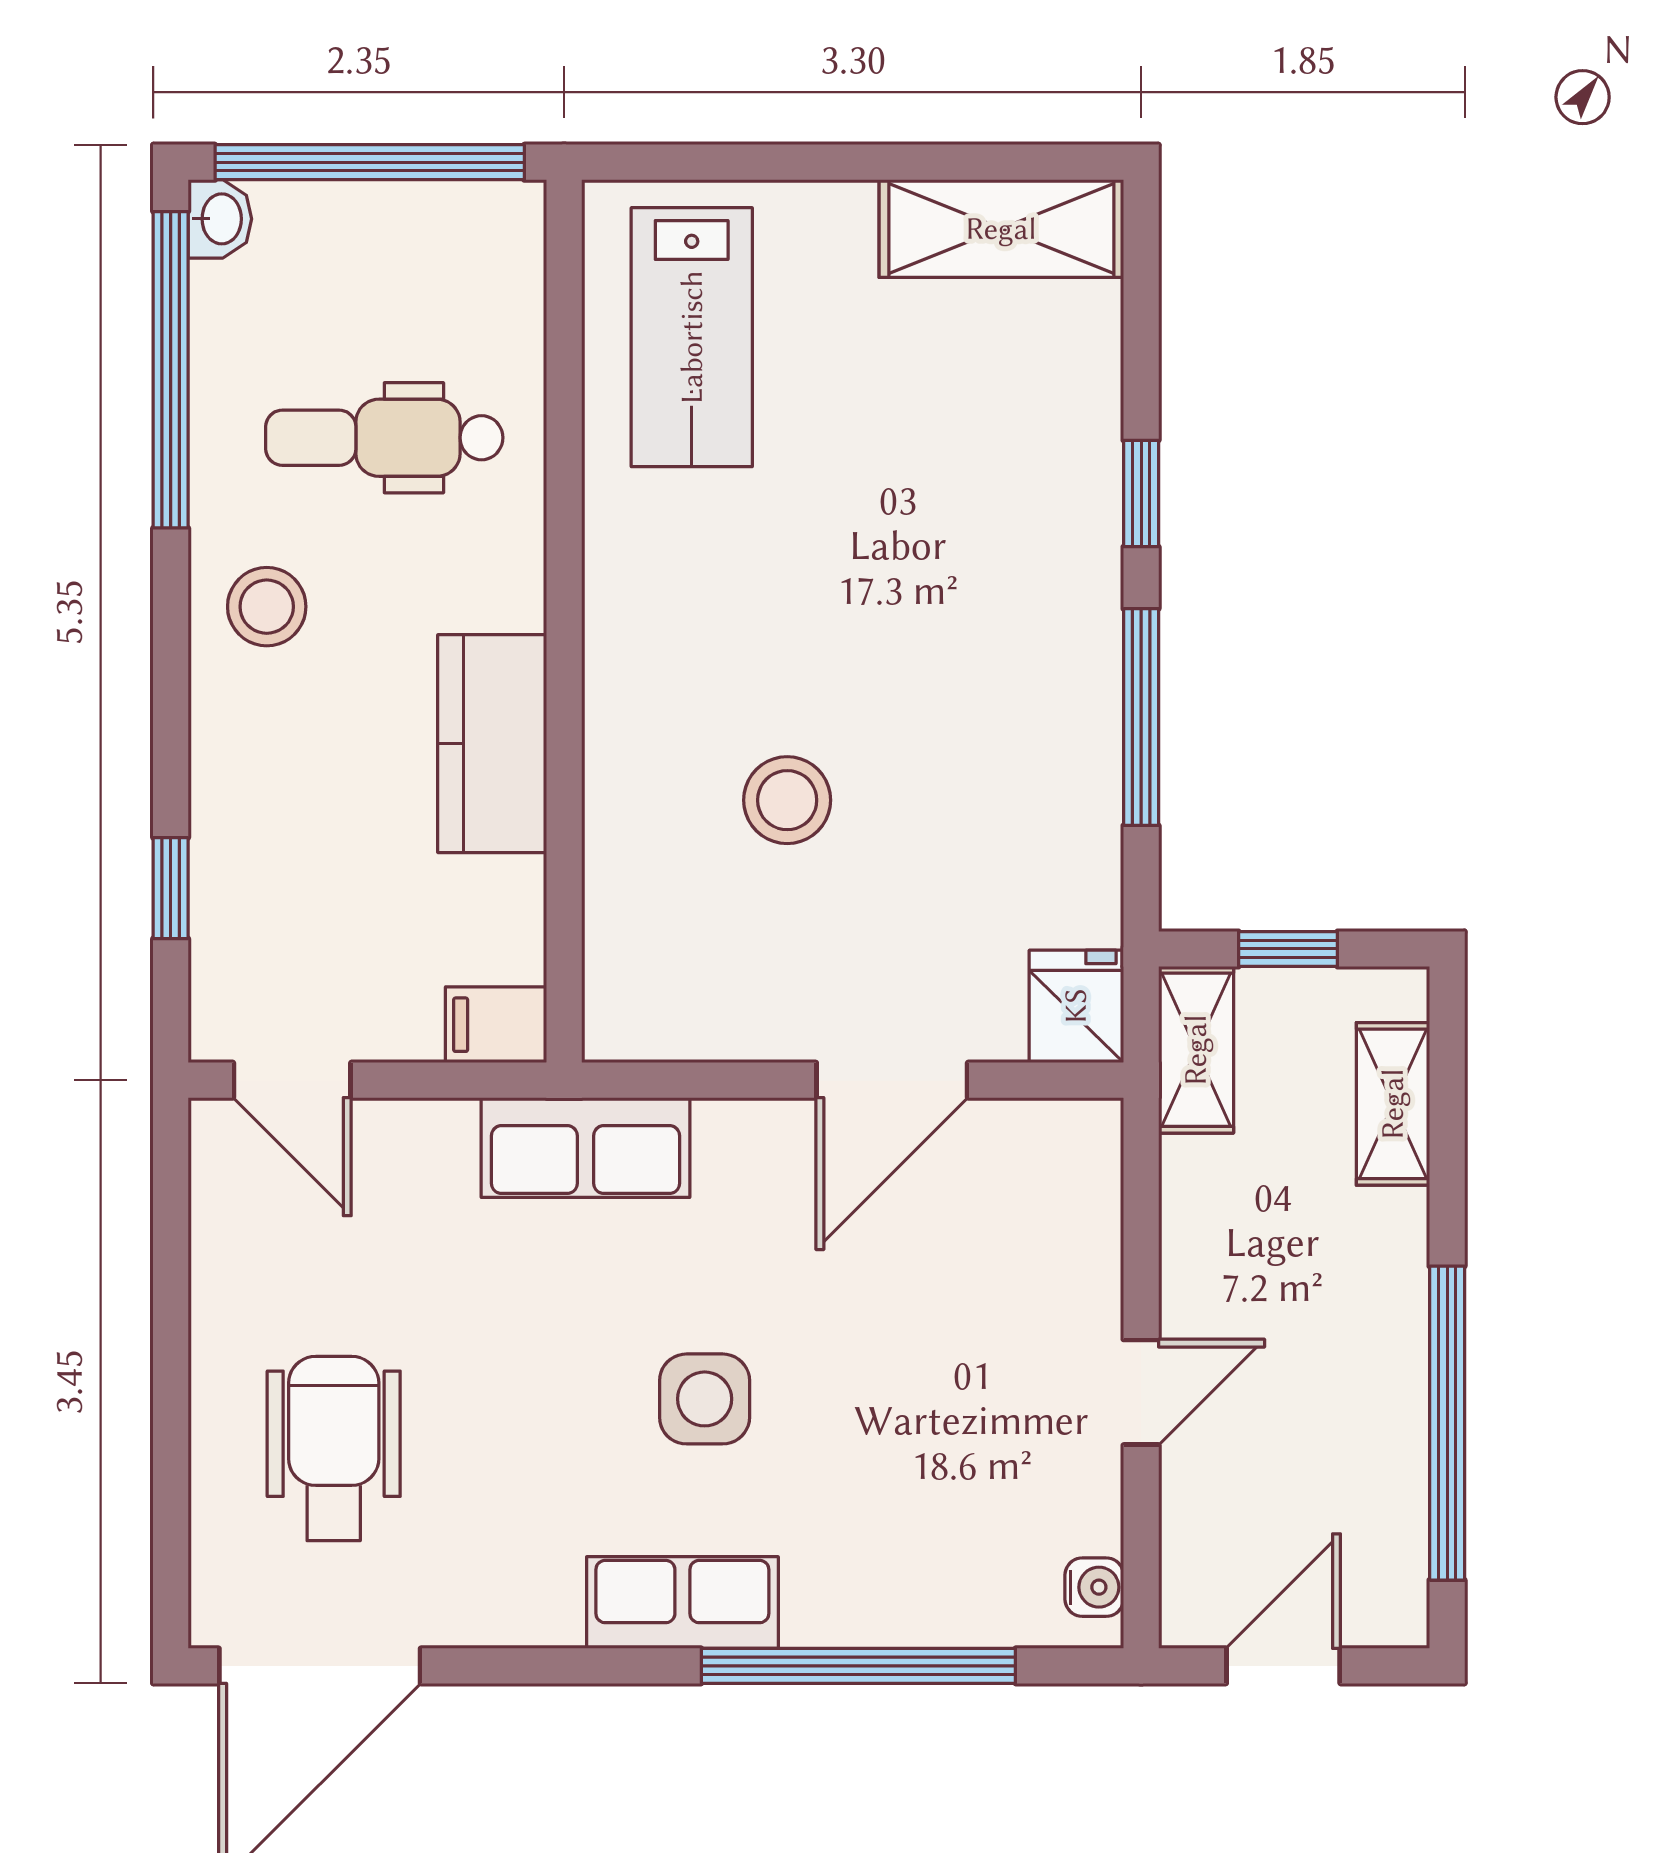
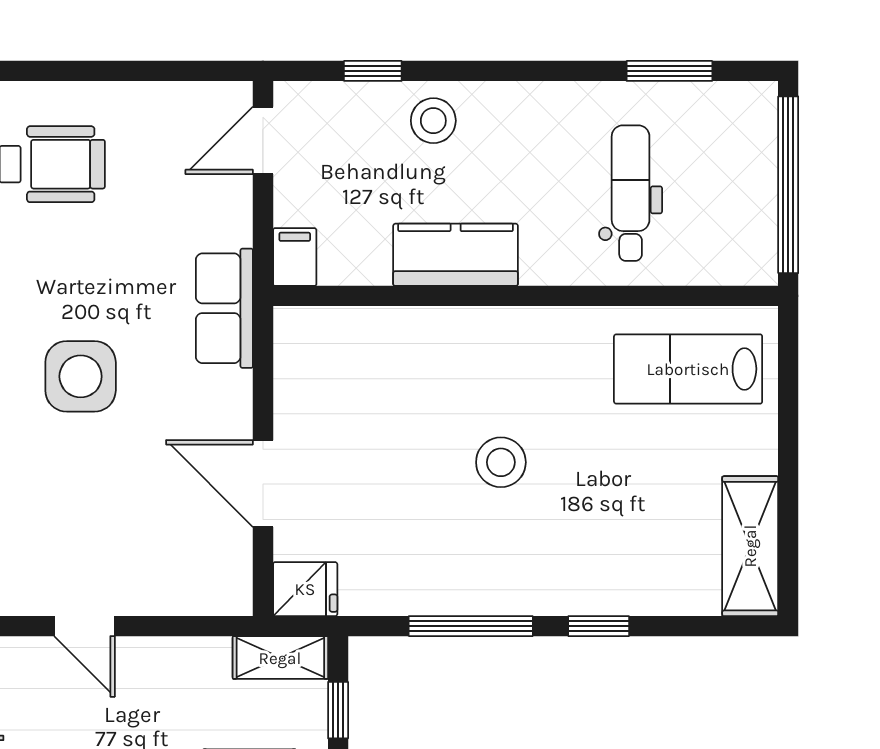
washbasin: (220, 219) -> (756, 99), removed
window: (171, 370) -> (669, 71), width x0.47
stool: (267, 607) -> (433, 121), moved
stool: (787, 800) -> (501, 462), moved
side table: (705, 1399) -> (81, 376), width x1.37, depth x1.37

